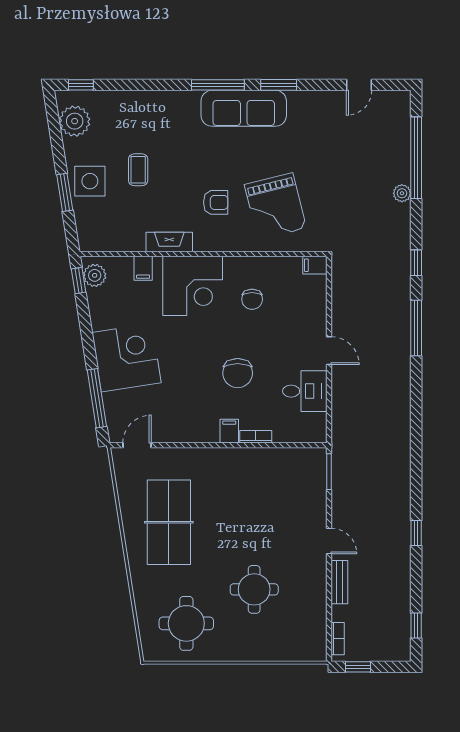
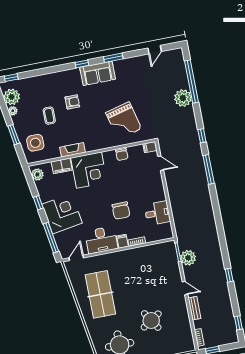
window: (218, 85) -> (82, 64), width x0.46
sofa: (244, 108) -> (98, 73), width x0.73
plant: (72, 148) -> (13, 111), added
side table: (90, 181) -> (35, 143), moved
plant: (402, 193) -> (183, 98), width x1.88, depth x1.88
armchair: (216, 202) -> (72, 102), moved
filing cabinet: (143, 268) -> (62, 166), width x2.00
window: (79, 281) -> (38, 203), moved
chair: (252, 299) -> (122, 155), moved
door: (329, 351) -> (161, 163), moved
desk: (190, 421) -> (101, 240), added
plant: (346, 486) -> (188, 258), added
round table: (254, 589) -> (151, 320), turned -33

